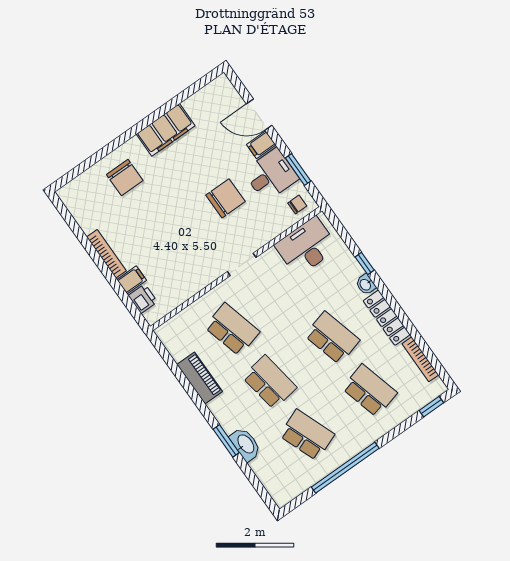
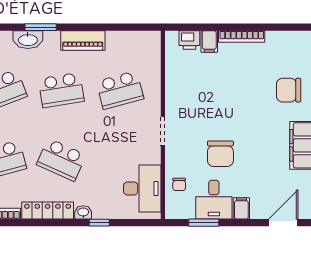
door: (259, 115) -> (283, 223), moved
chair: (297, 204) -> (179, 184), moved
school desk: (332, 338) -> (61, 160), turned 39
piano: (200, 378) -> (83, 40), moved

